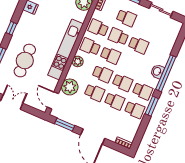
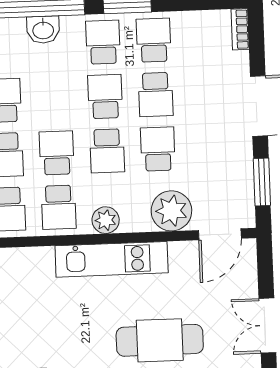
kitchen unit: (66, 49) -> (112, 259), width x0.73
school desk: (102, 74) -> (107, 151), turned 180
school desk: (115, 101) -> (156, 95), turned 180

